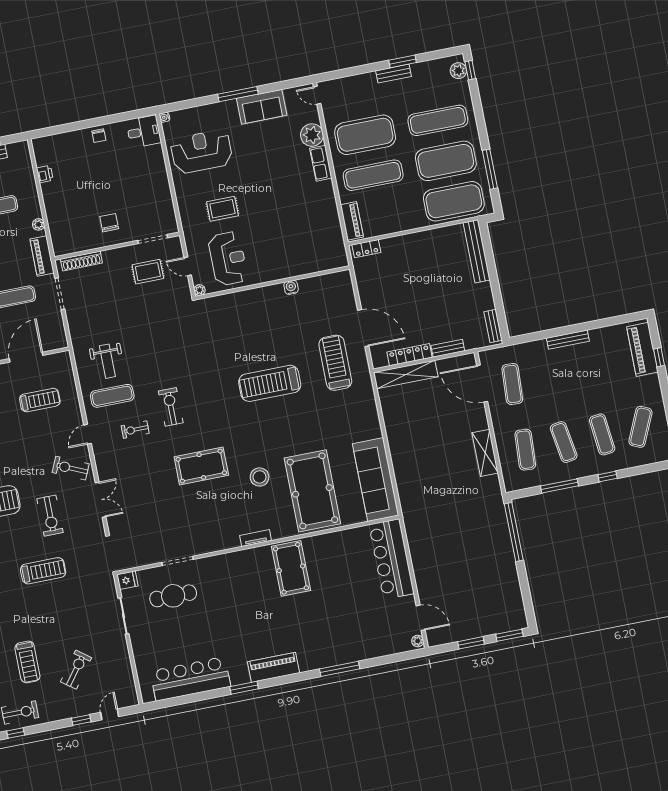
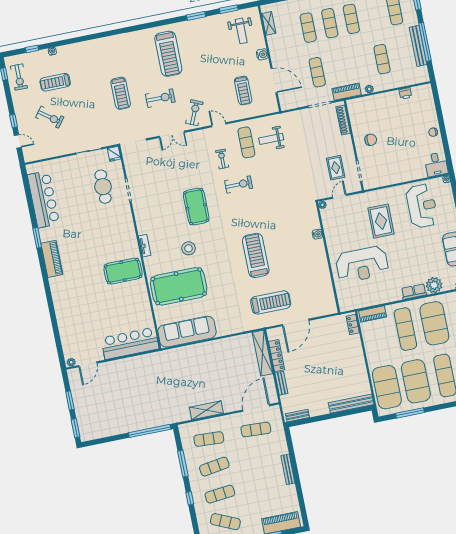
rug: (222, 209) -> (381, 221), width x1.36, depth x1.43
reception desk: (228, 259) -> (362, 264), moved, width x1.36, depth x1.30
water cooler: (291, 287) -> (317, 234), moved
exercise bike: (50, 516) -> (160, 98), turned 180
window: (340, 669) -> (51, 306), removed

